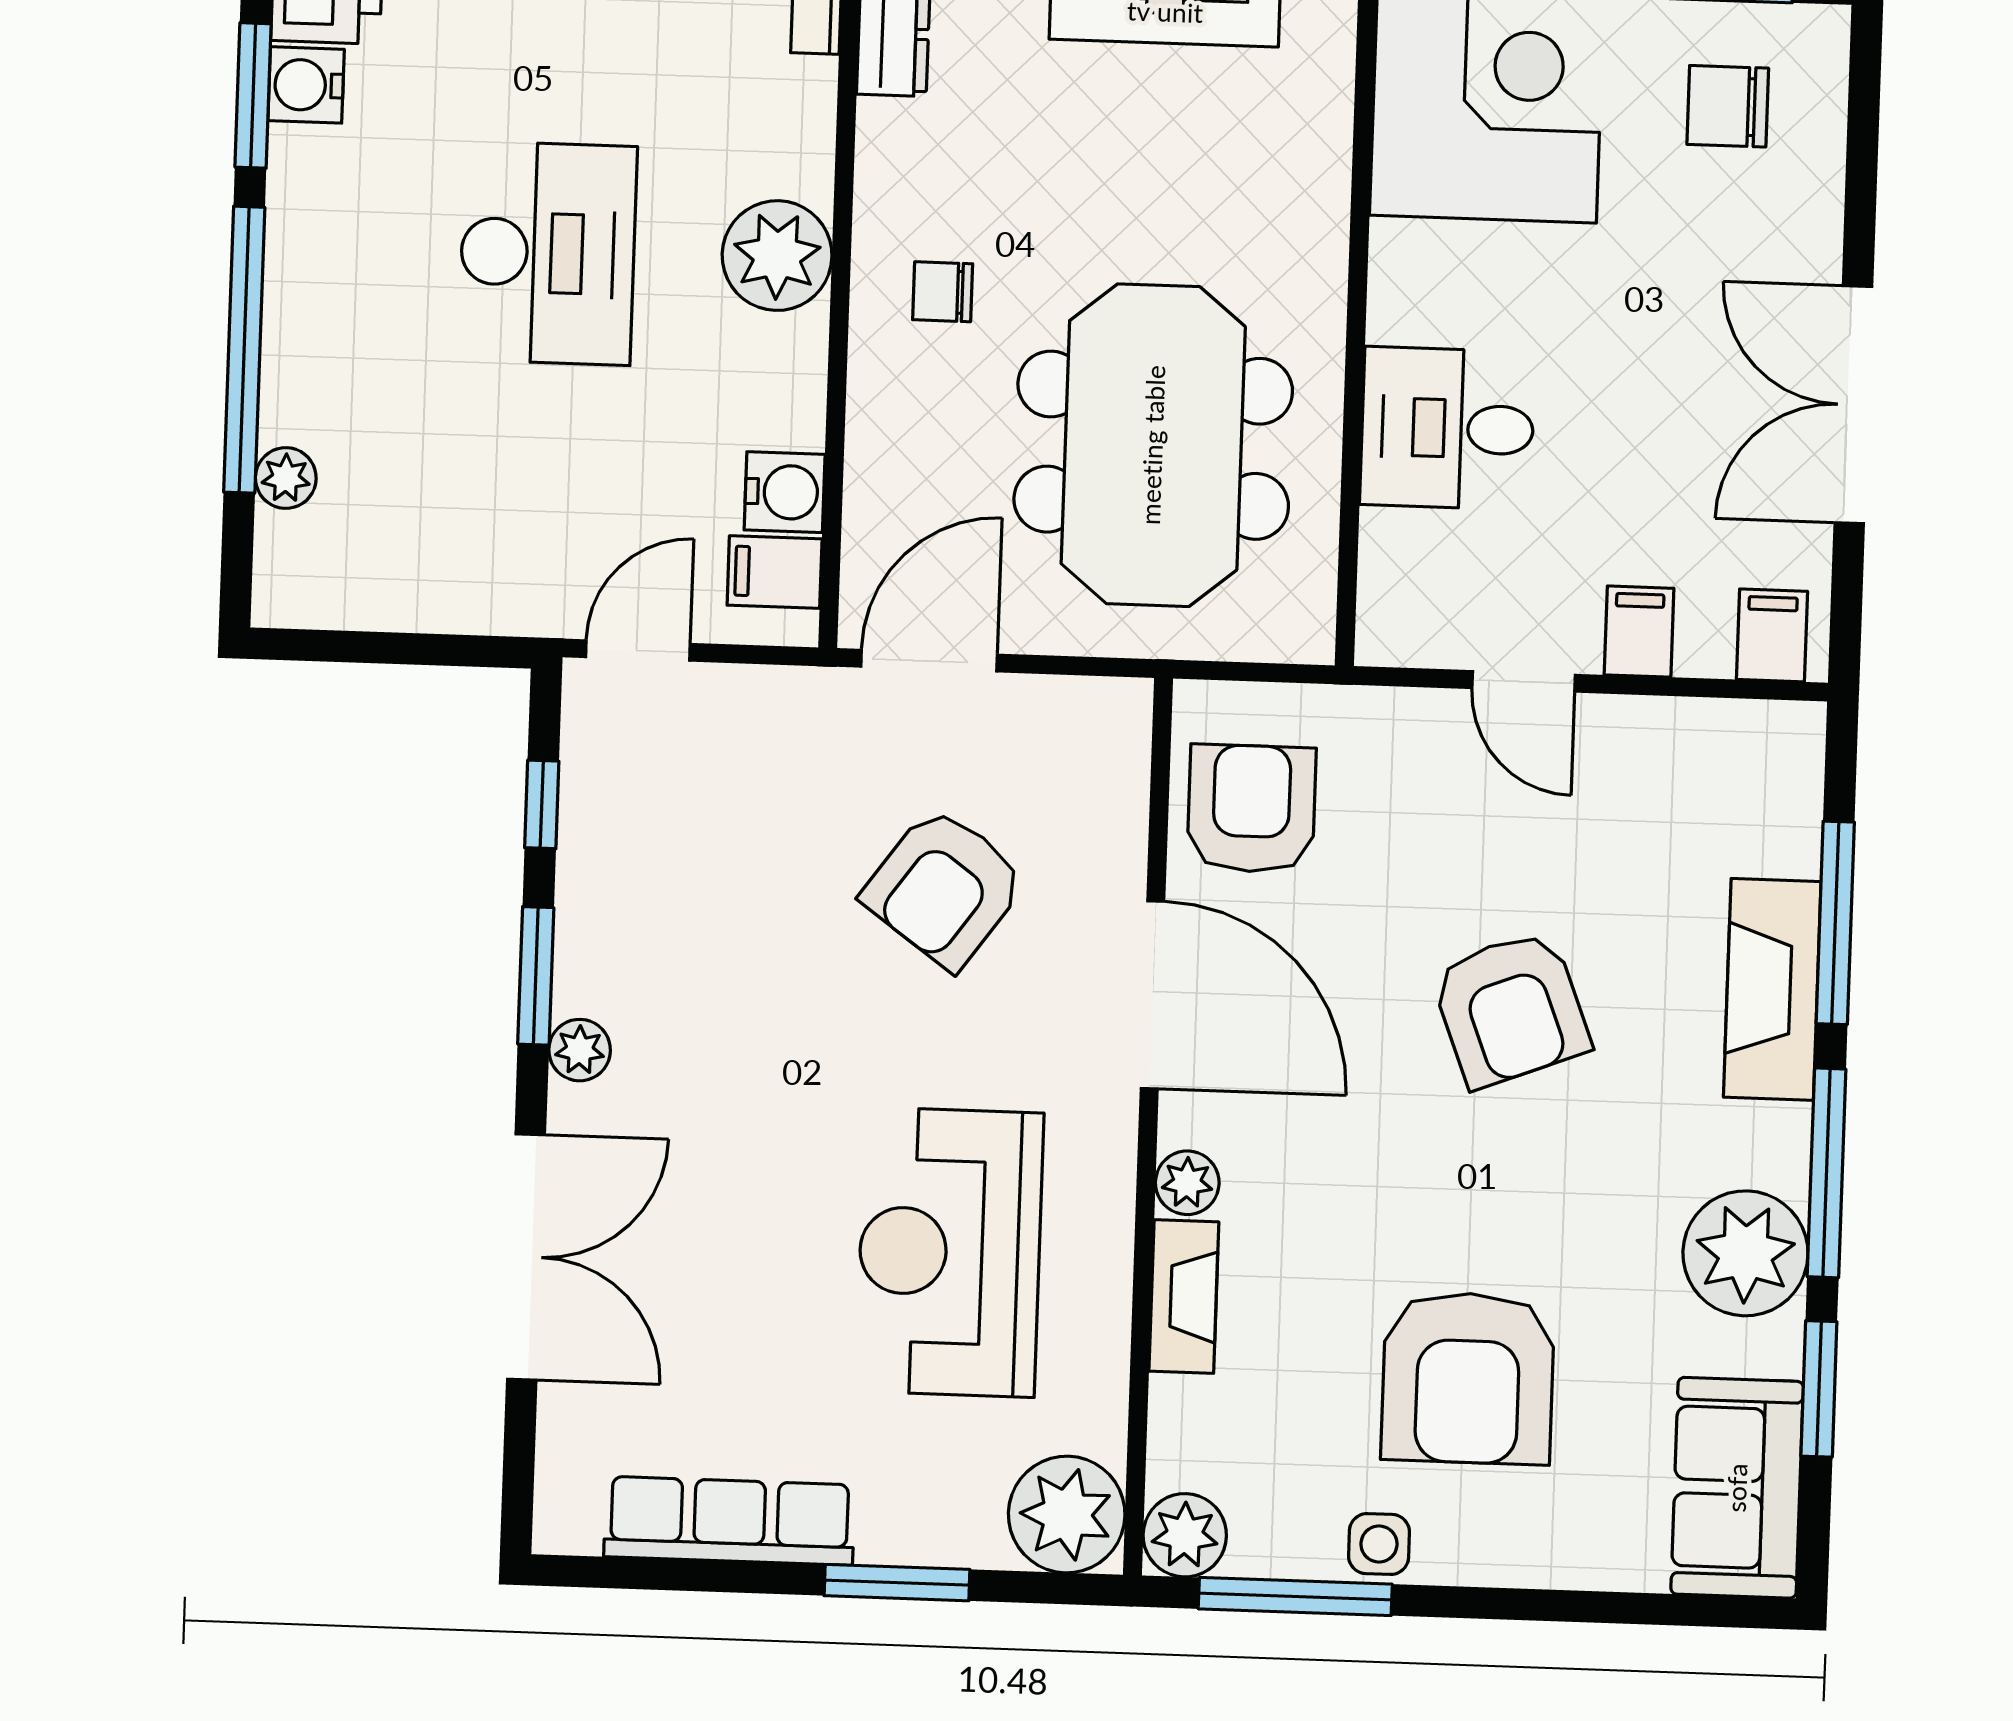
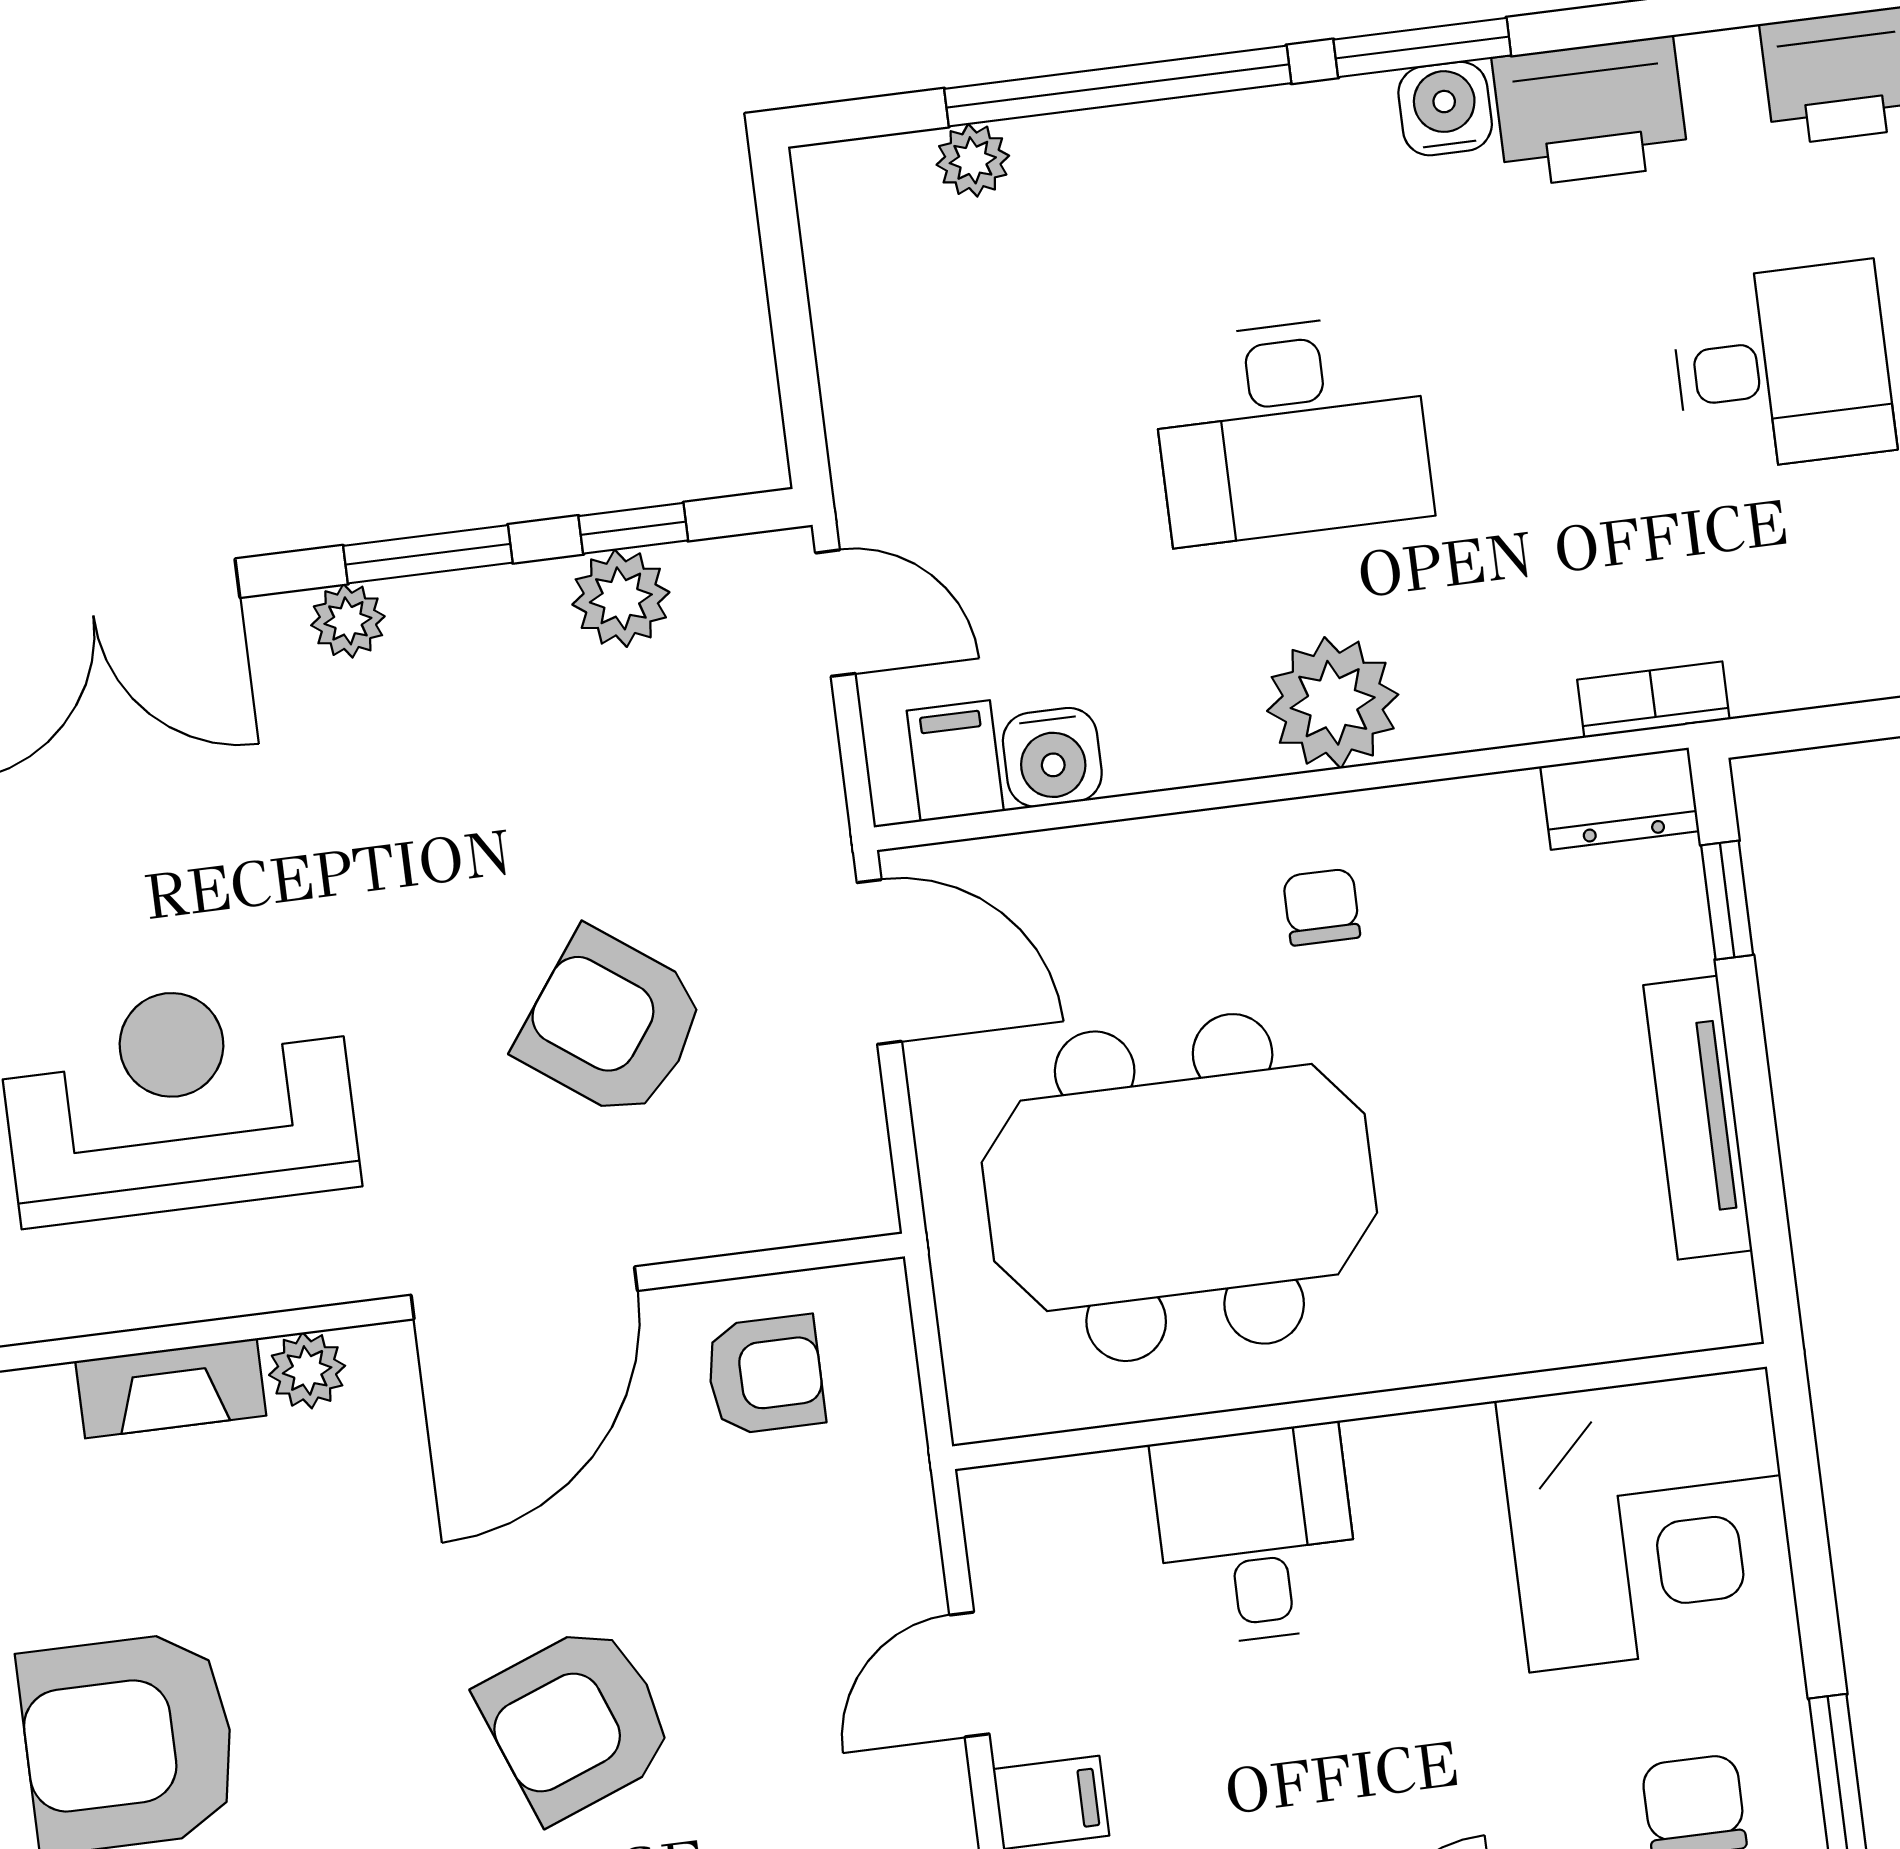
armchair: (1251, 809) -> (765, 1375), width x0.72, depth x0.72
plant: (597, 824) -> (621, 598), added

